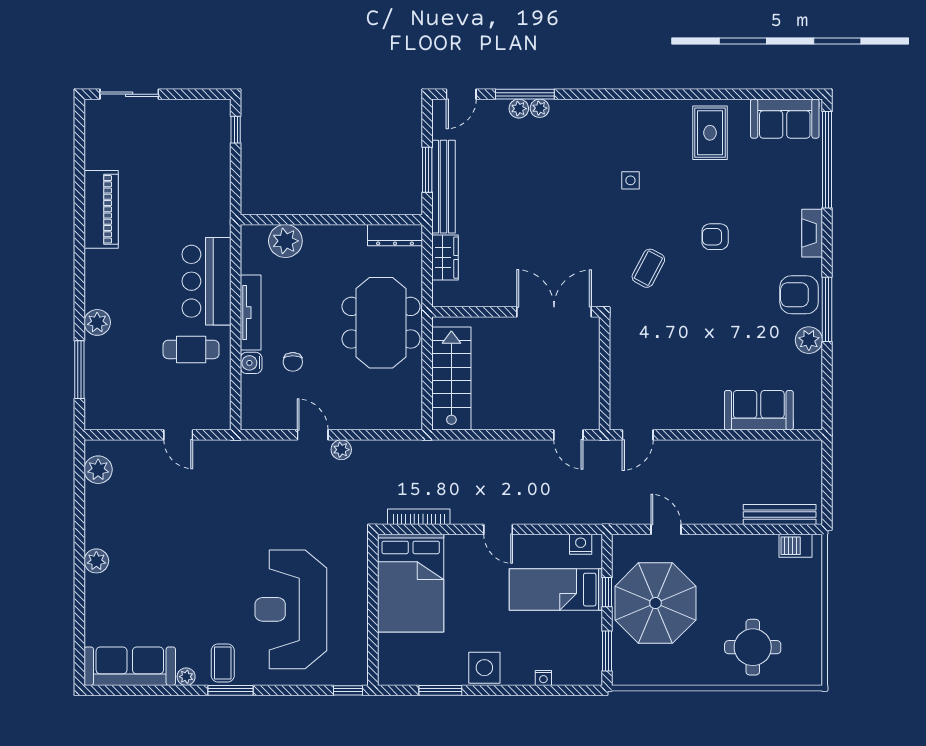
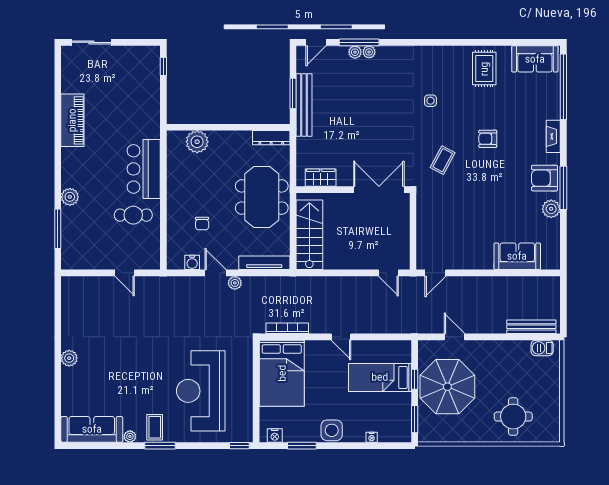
wardrobe: (445, 258) -> (321, 178), moved, turned -90
tv unit: (251, 313) -> (264, 263), moved, turned -90
water cooler: (251, 363) -> (192, 262), moved, turned -90
plant: (98, 470) -> (70, 296), removed
nightstand: (581, 544) -> (275, 436), moved, turned 180

